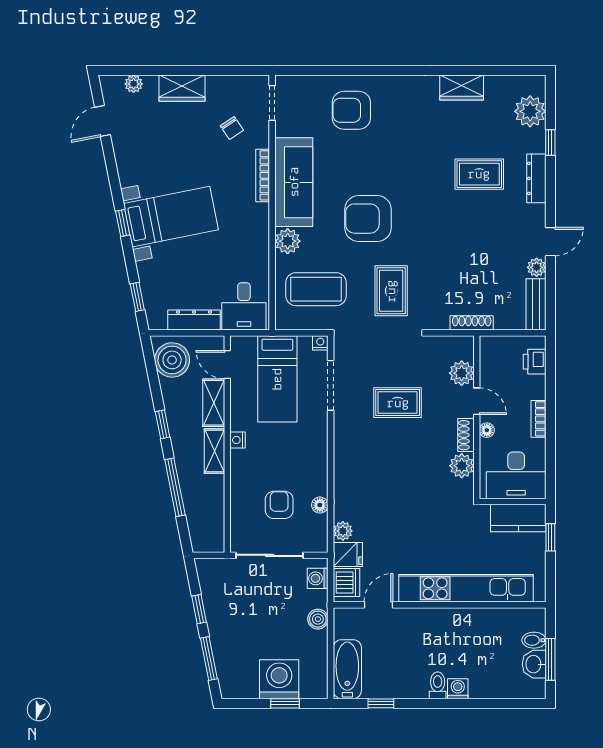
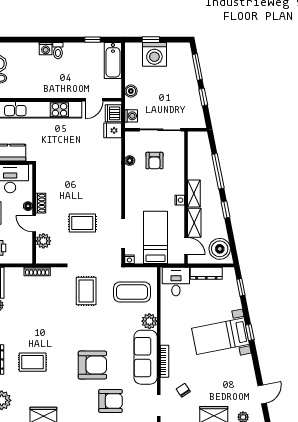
armchair: (368, 219) -> (92, 365), moved
plant: (462, 466) -> (43, 184), removed
plant: (343, 531) -> (116, 145), removed

